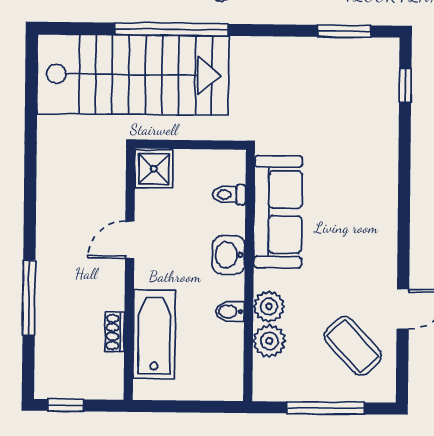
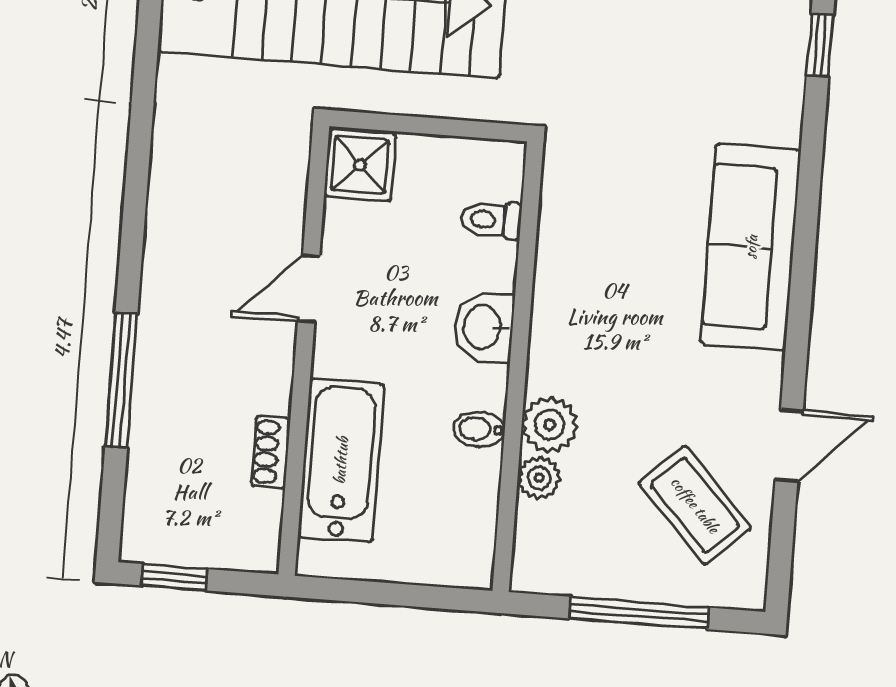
sofa: (278, 212) -> (751, 247), moved, turned 180
plant: (269, 341) -> (539, 478), width x0.73, depth x0.73

